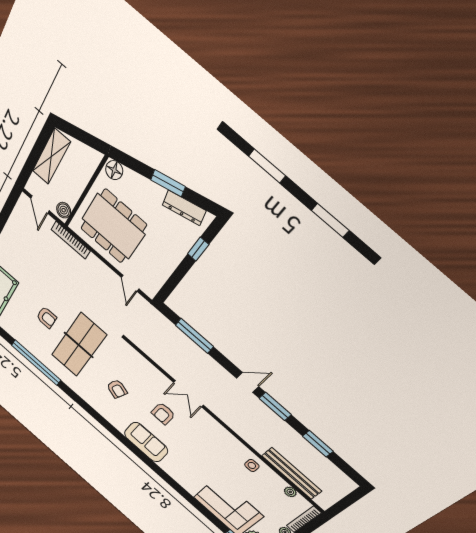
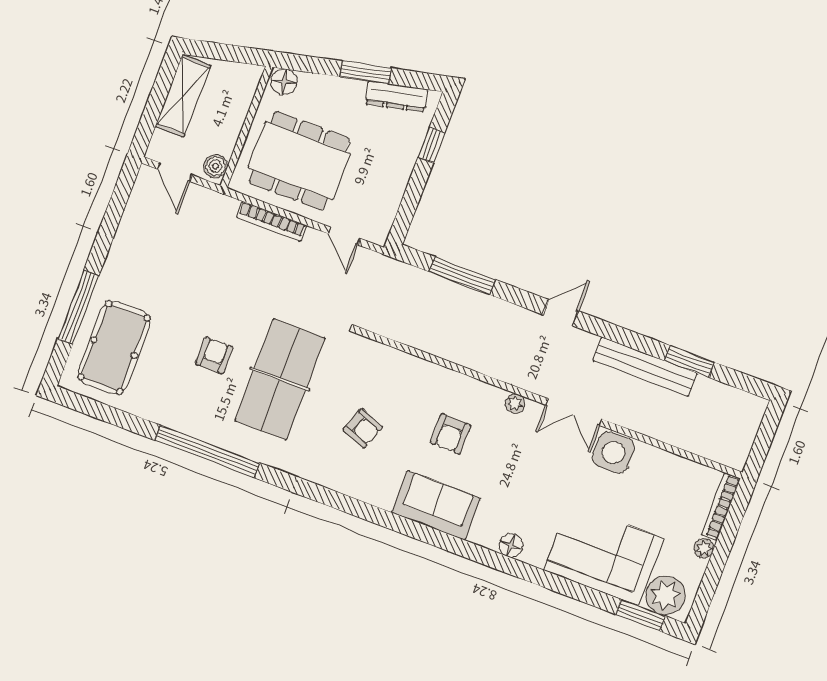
bookcase: (71, 240) -> (272, 221), moved
armchair: (47, 317) -> (214, 355), turned -90
double door: (188, 394) -> (574, 412), moved
window: (275, 406) -> (611, 332), removed
side table: (252, 465) -> (613, 452), width x1.87, depth x1.87
bench: (292, 473) -> (645, 367), moved
floor lamp: (180, 478) -> (511, 545), added
plant: (290, 492) -> (515, 404), moved

